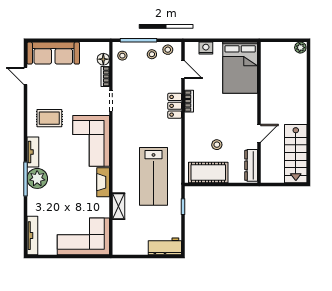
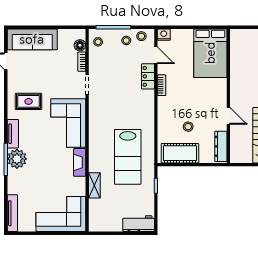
nightstand: (206, 48) -> (164, 35), moved
locker: (175, 106) -> (148, 76), moved
door: (259, 133) -> (228, 116), hinge flipped

